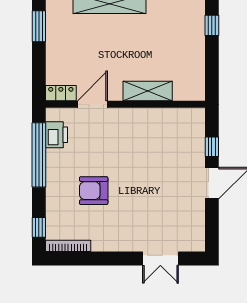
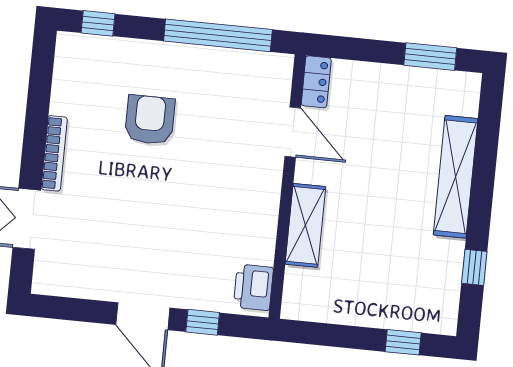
printer: (57, 135) -> (253, 287), moved, turned 90
bookcase: (68, 246) -> (54, 153), moved

